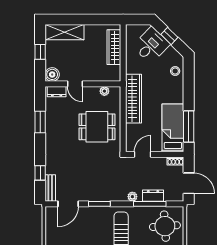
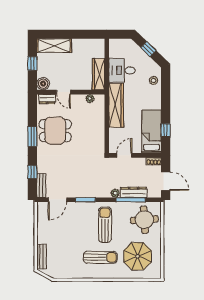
desk: (151, 45) -> (122, 70), moved, turned -134
wardrobe: (114, 47) -> (98, 74), moved
window: (40, 122) -> (32, 137), moved
dining table: (97, 127) -> (55, 131), moved
window: (189, 127) -> (166, 130), width x0.46
dresser: (153, 196) -> (134, 192), width x1.44

